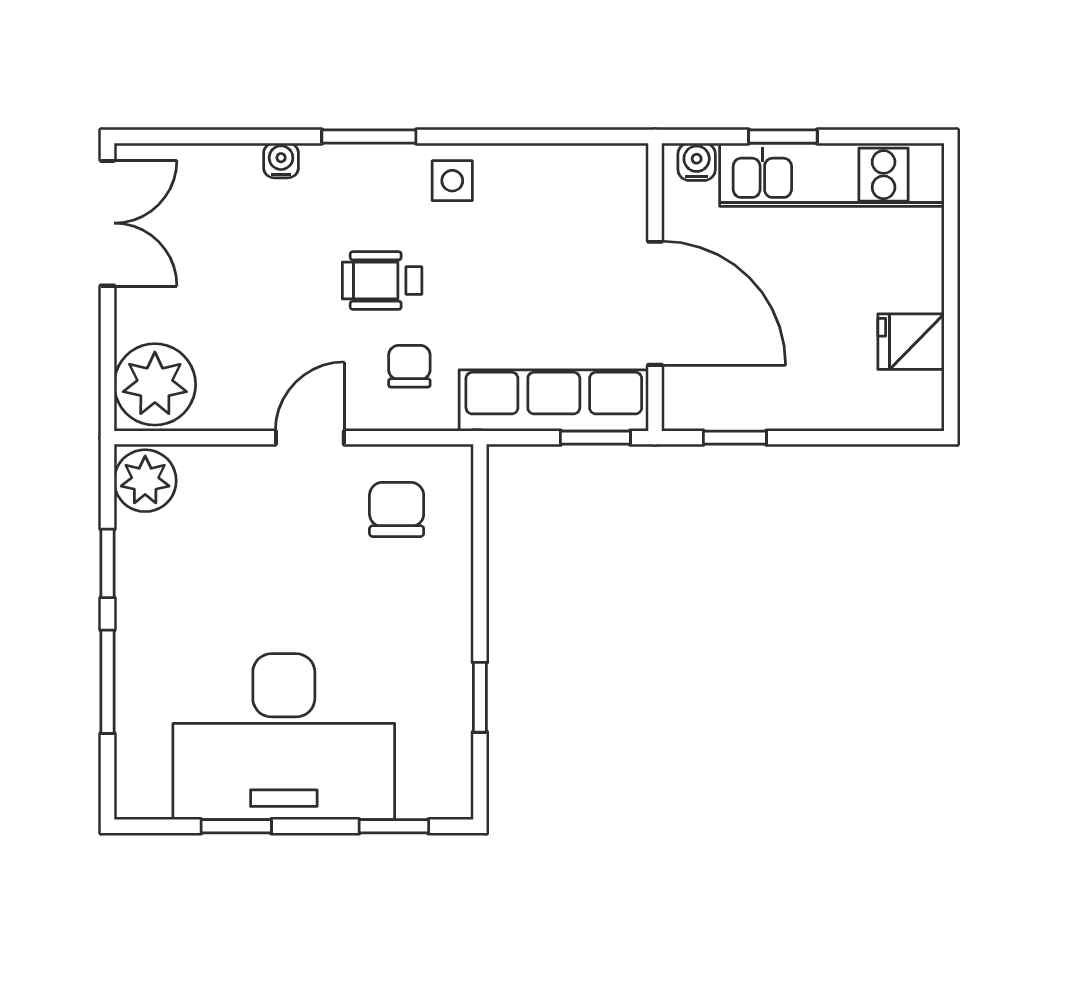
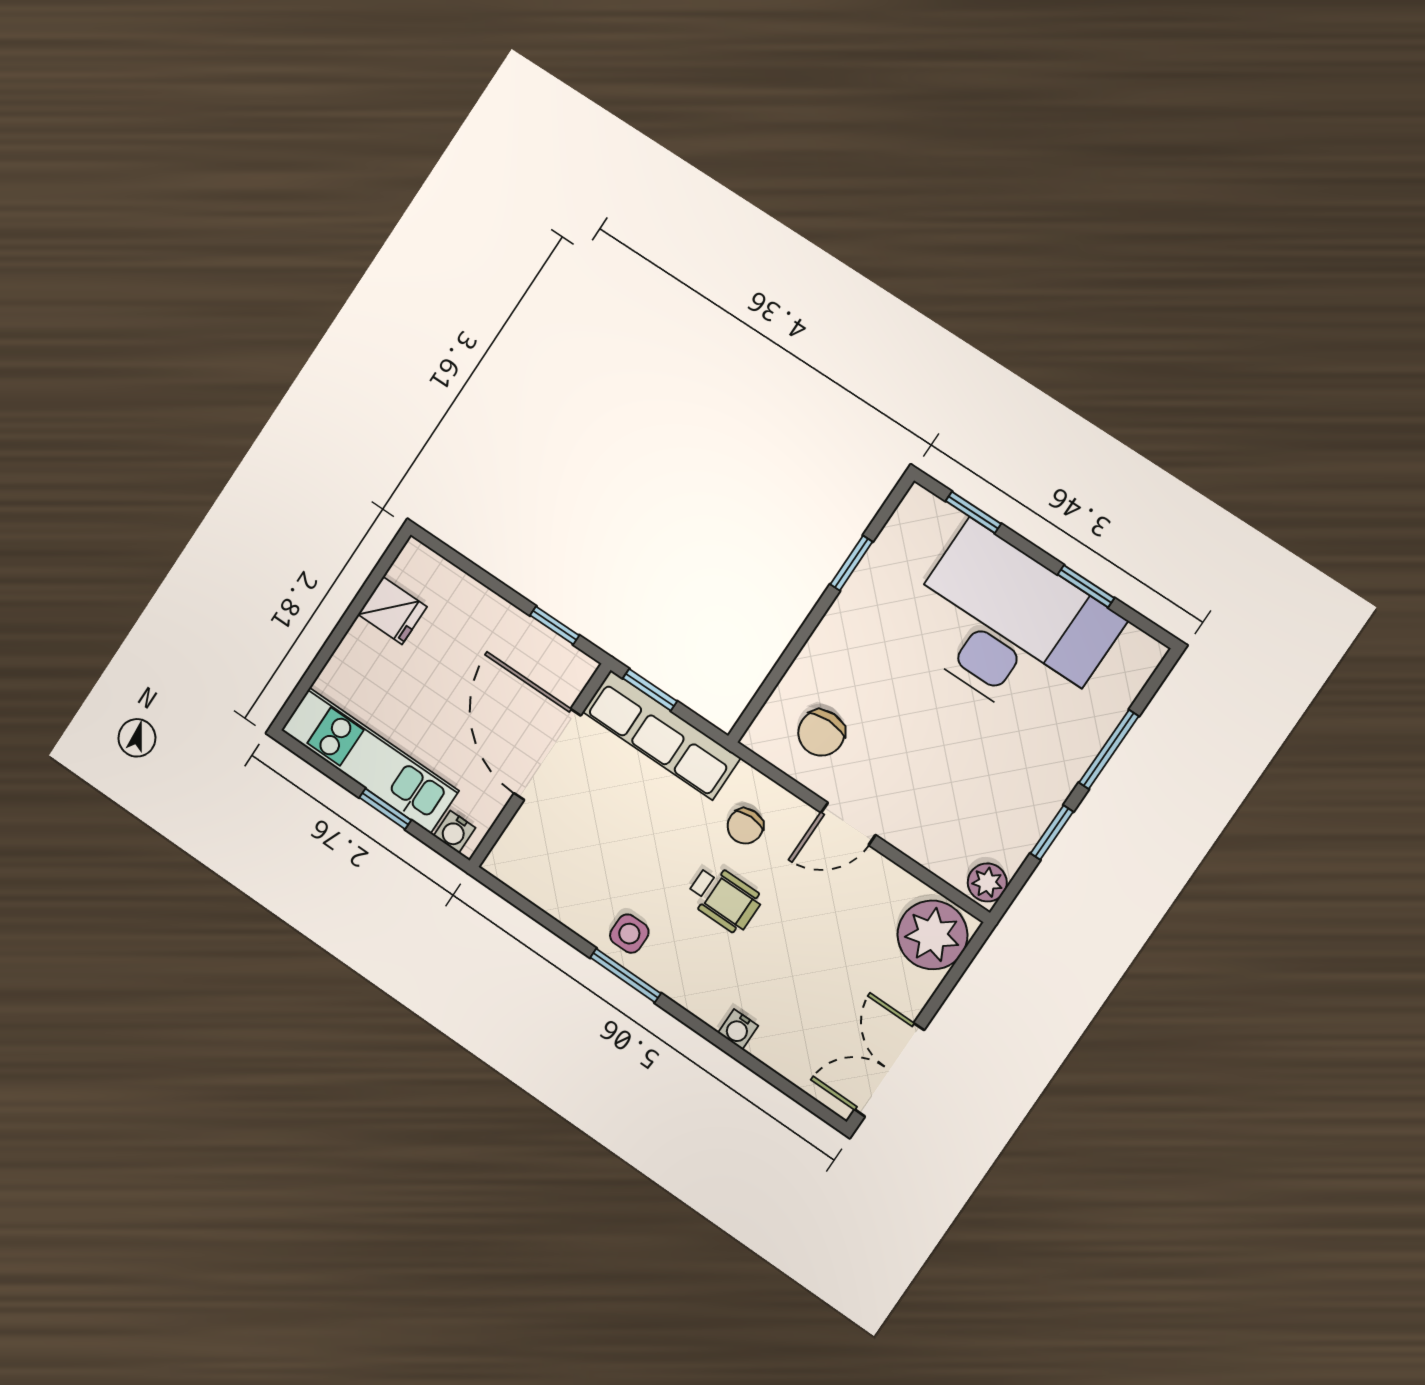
window: (369, 136) -> (626, 975), moved
plant: (145, 481) -> (987, 882), width x0.73, depth x0.73

